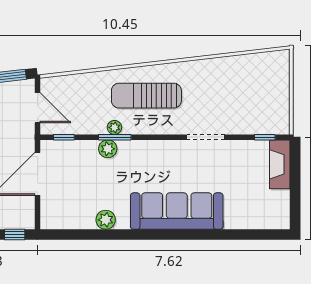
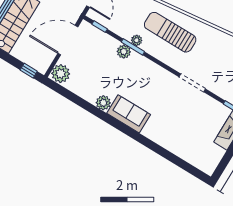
sofa: (177, 211) -> (129, 114), width x0.54, depth x0.79
plant: (52, 216) -> (61, 74), added
plant: (106, 220) -> (103, 103), moved

